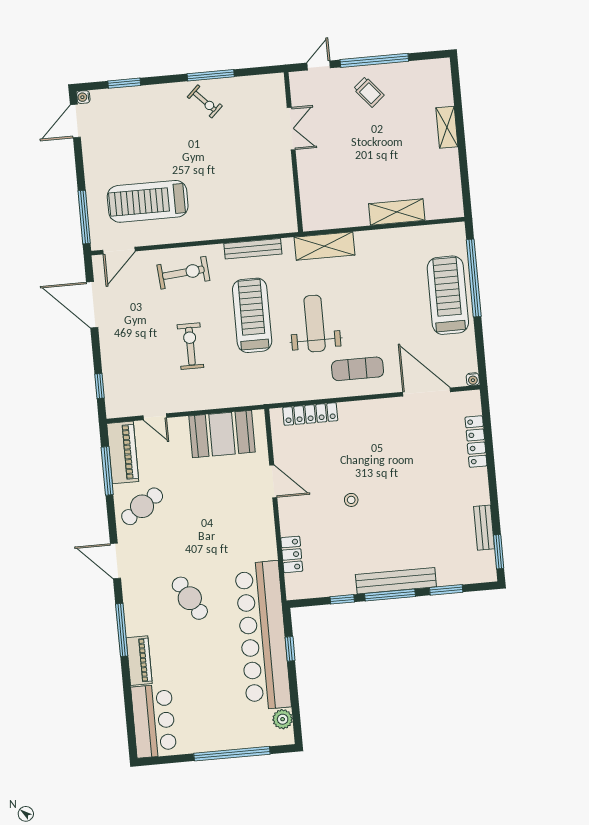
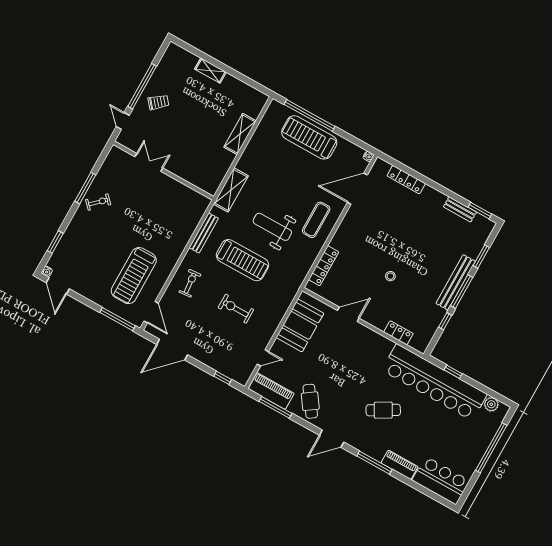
exercise bike: (183, 273) -> (190, 283), width x0.73, depth x0.72
treadmill: (252, 315) -> (242, 260), turned 180

